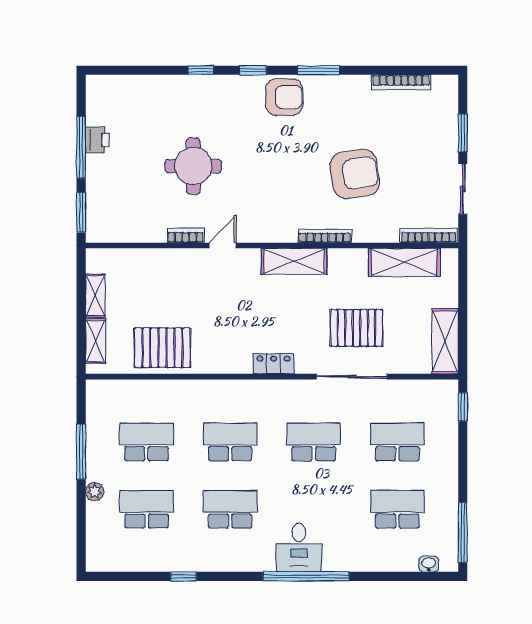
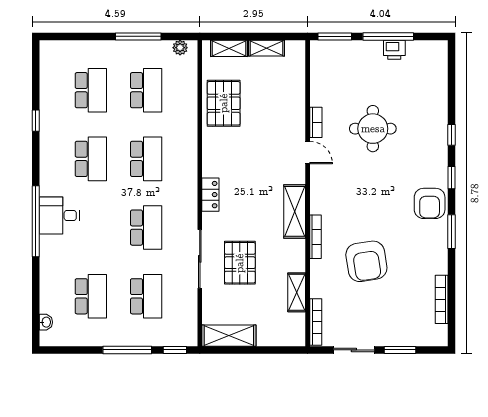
shelving: (404, 262) -> (297, 292), width x0.67, depth x0.75
plant: (95, 492) -> (180, 48), moved
window: (463, 532) -> (127, 350), moved

